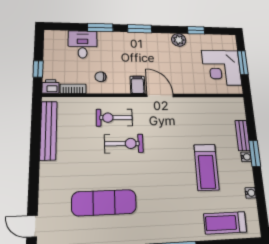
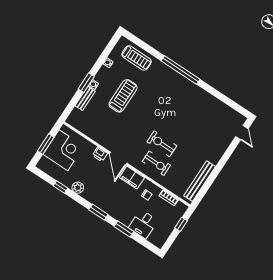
filing cabinet: (138, 85) -> (132, 178), width x2.00
printer: (51, 86) -> (100, 154), moved
exercise mat: (104, 203) -> (196, 118), removed

